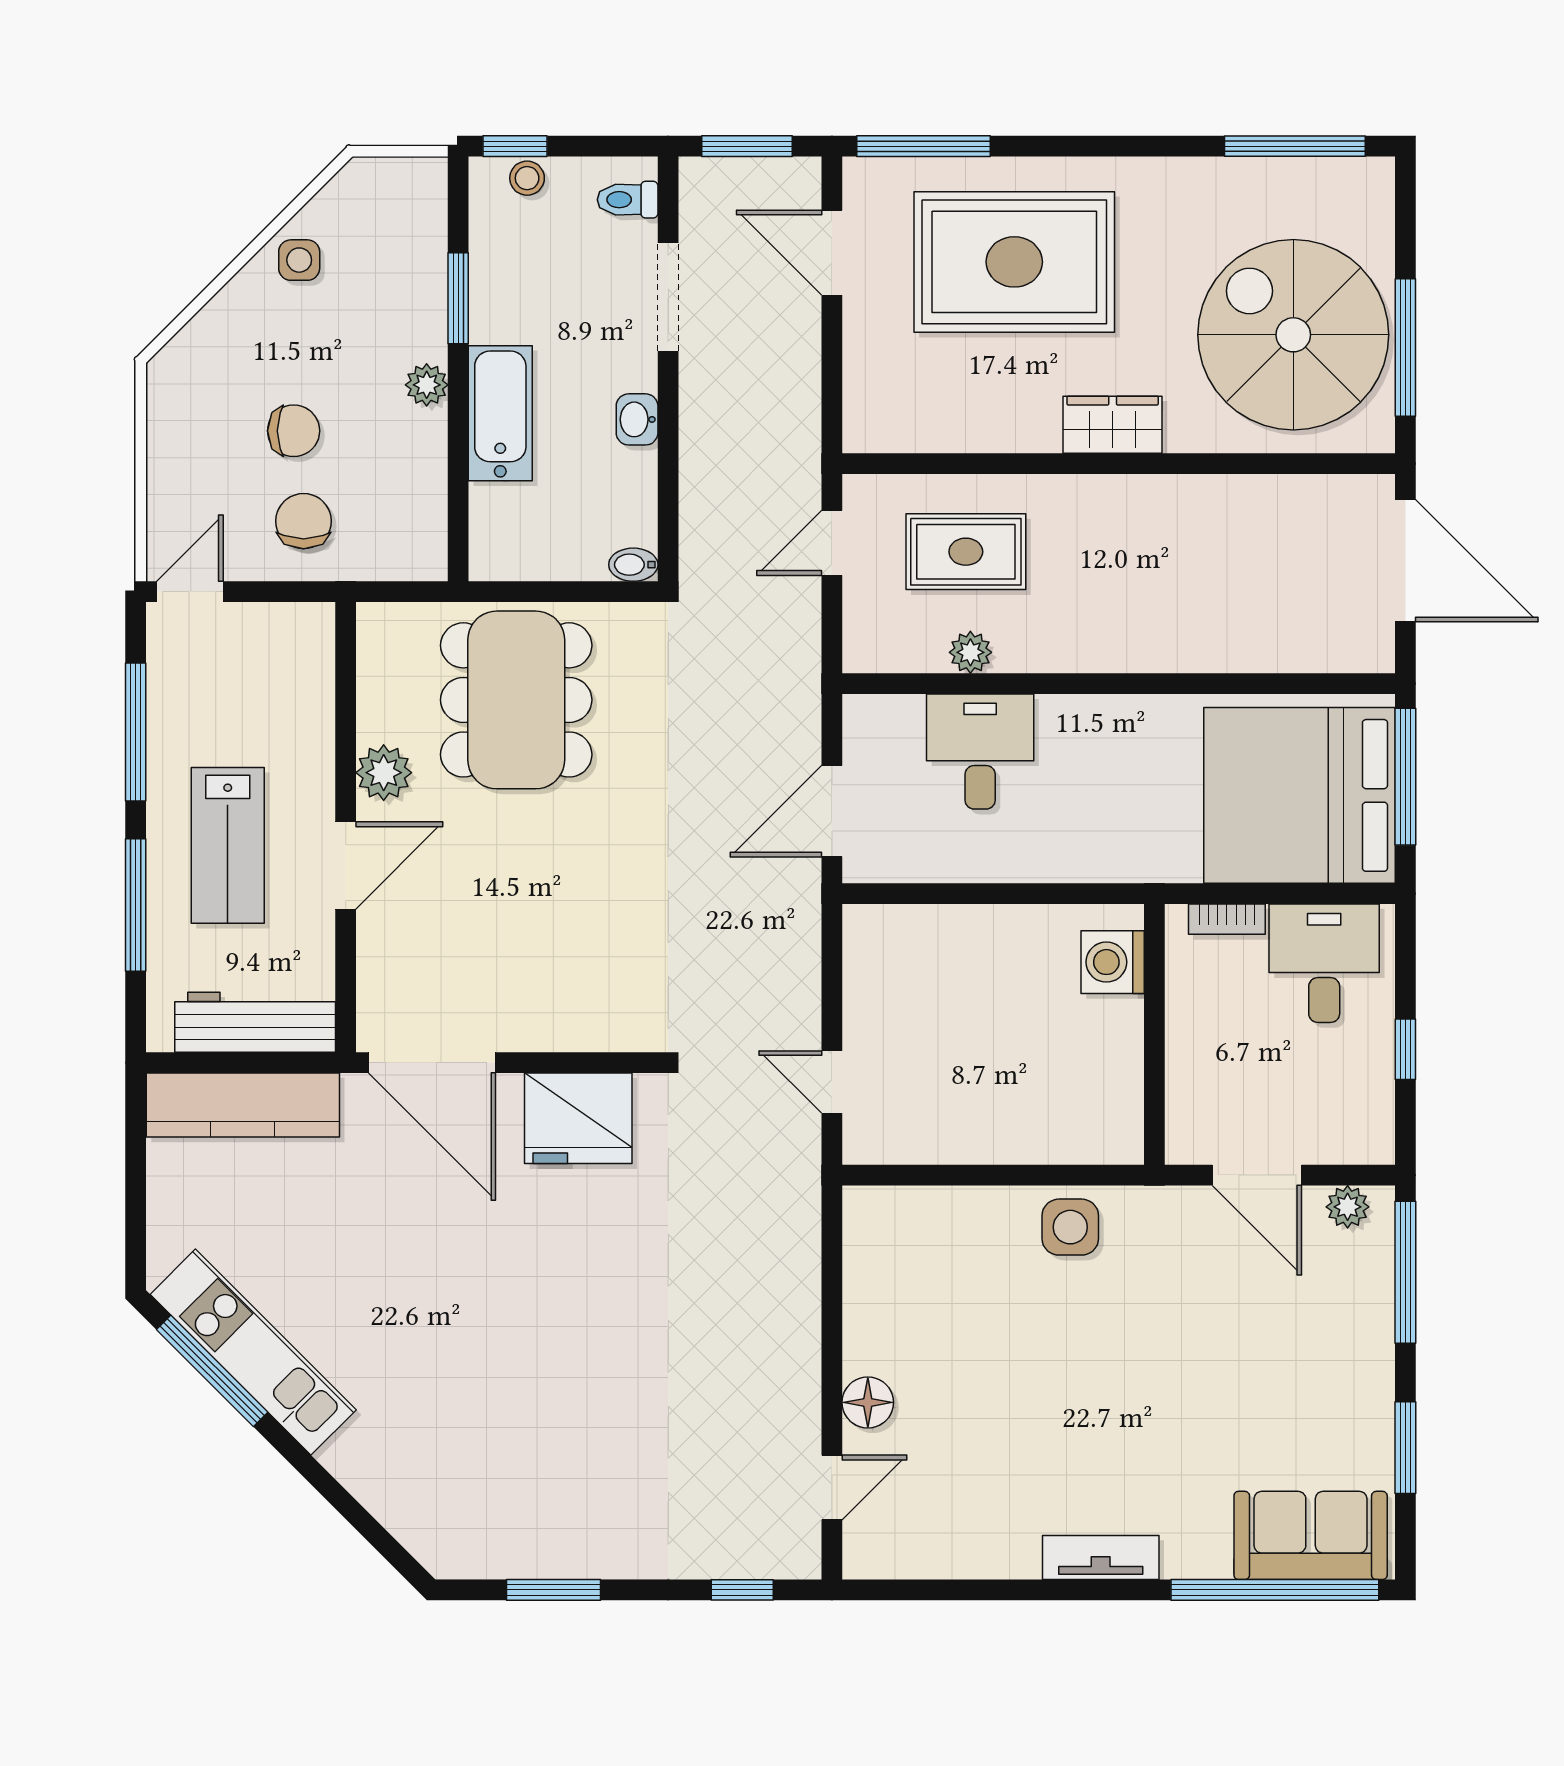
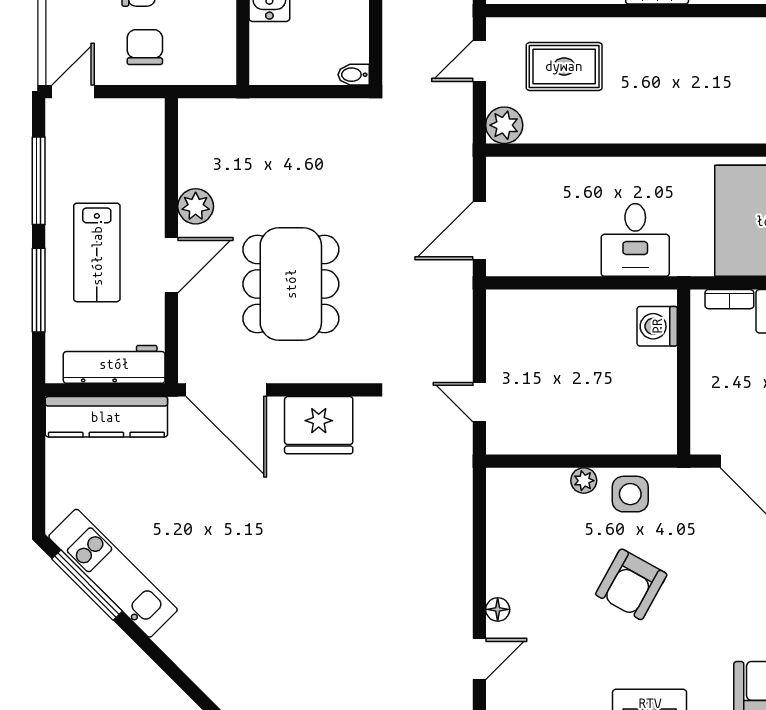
plant: (970, 652) -> (504, 125), moved, width x1.38, depth x1.38
dining table: (516, 700) -> (291, 284), moved
desk: (980, 752) -> (635, 240), moved, turned 180
plant: (997, 1206) -> (584, 481), added
armchair: (1072, 1370) -> (631, 584), added
floor lamp: (868, 1402) -> (498, 609), width x0.73, depth x0.73

